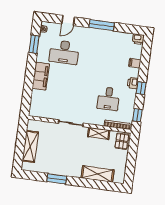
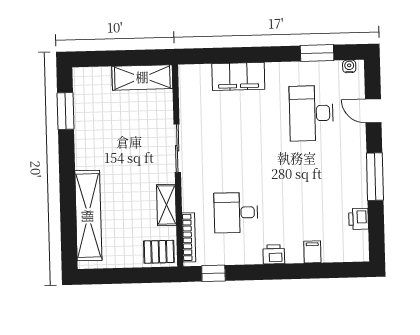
printer: (138, 39) -> (359, 219), moved
filing cabinet: (41, 76) -> (238, 76), moved
window: (141, 88) -> (267, 272), removed
shelving: (30, 146) -> (142, 77), moved
shelving: (98, 174) -> (88, 216), width x1.47
window: (57, 179) -> (65, 111), moved

